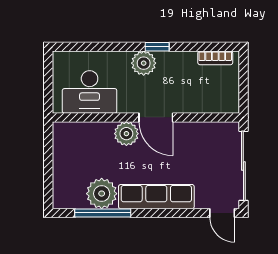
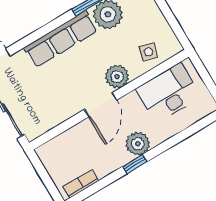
door: (156, 117) -> (101, 105), swing flipped
side table: (86, 139) -> (148, 52), added

